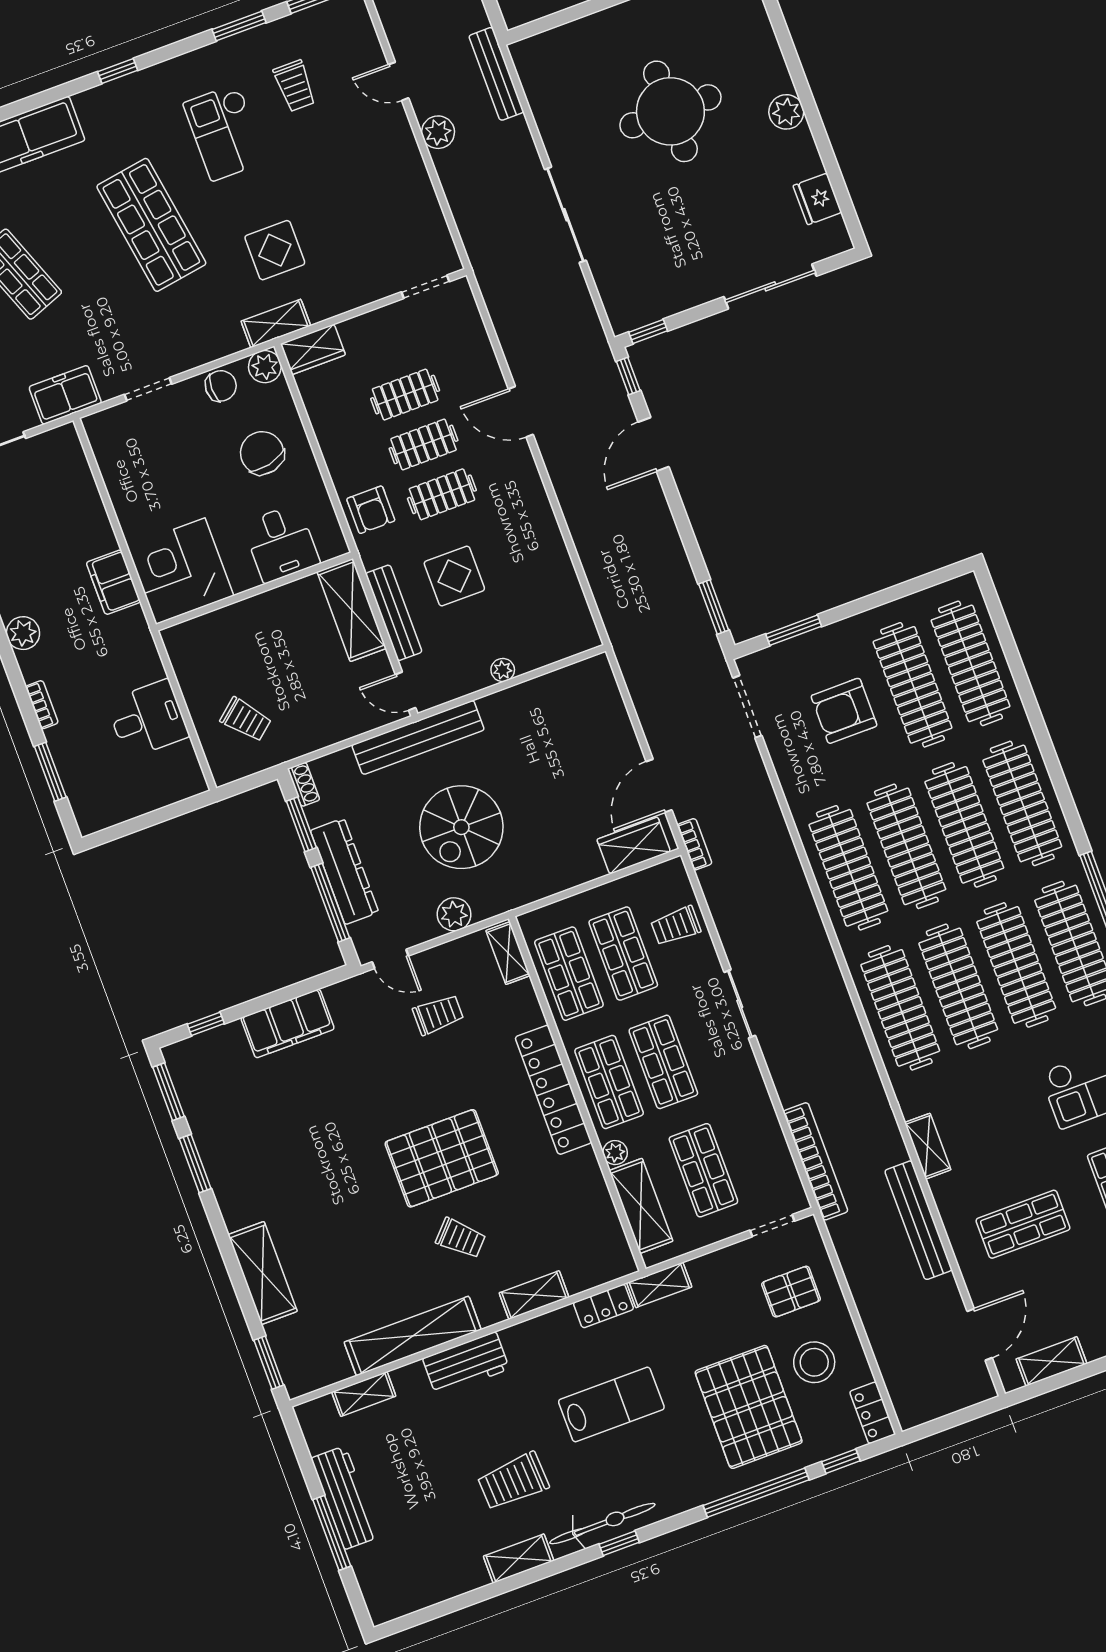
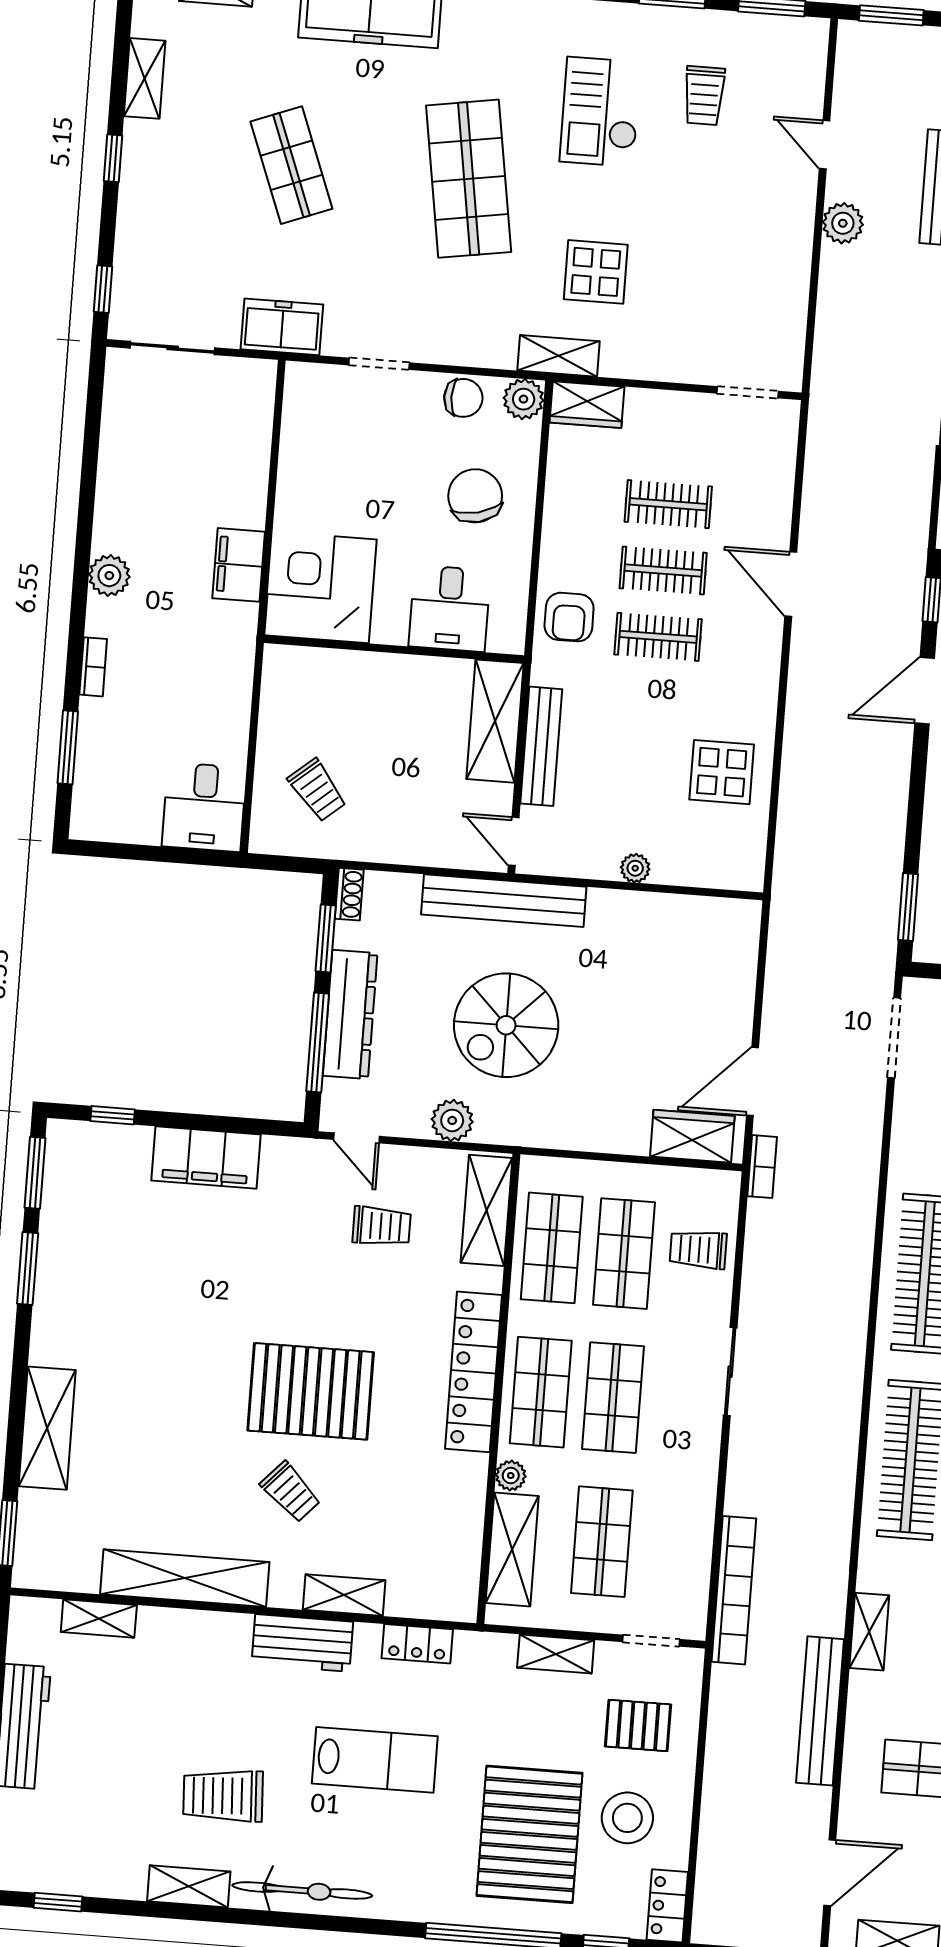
display table: (454, 576) -> (722, 772), moved
desk: (148, 719) -> (204, 807), moved, turned 90
shelving: (508, 953) -> (487, 1210), width x1.50, depth x1.33
shelving: (659, 1285) -> (556, 1654), moved
workbench: (466, 1364) -> (302, 1643), moved
window: (619, 1543) -> (58, 1902), moved

